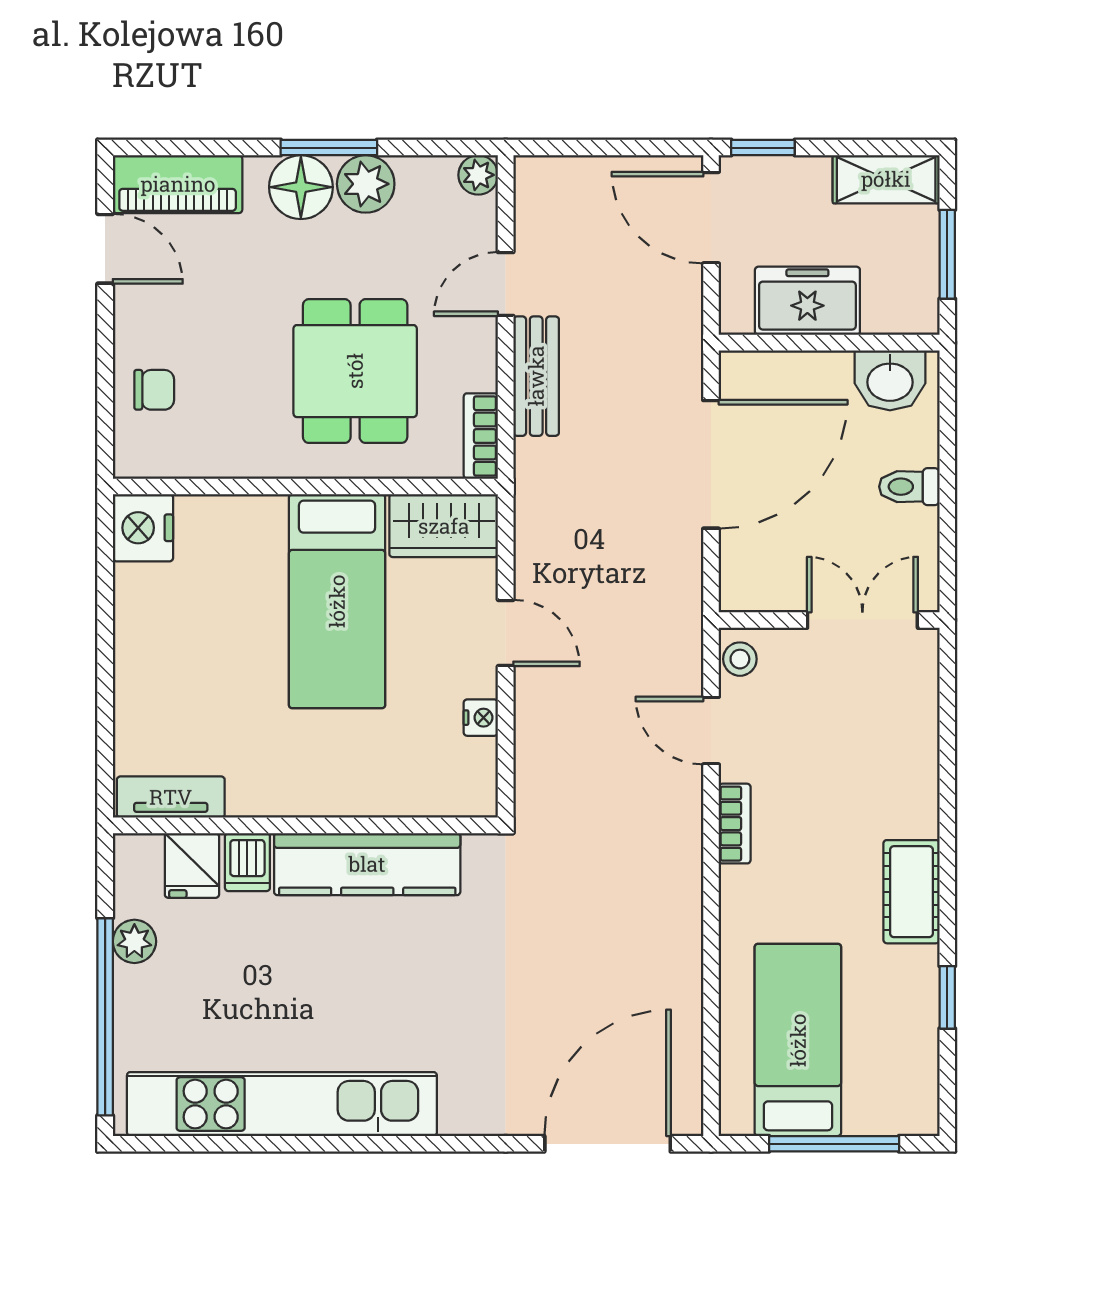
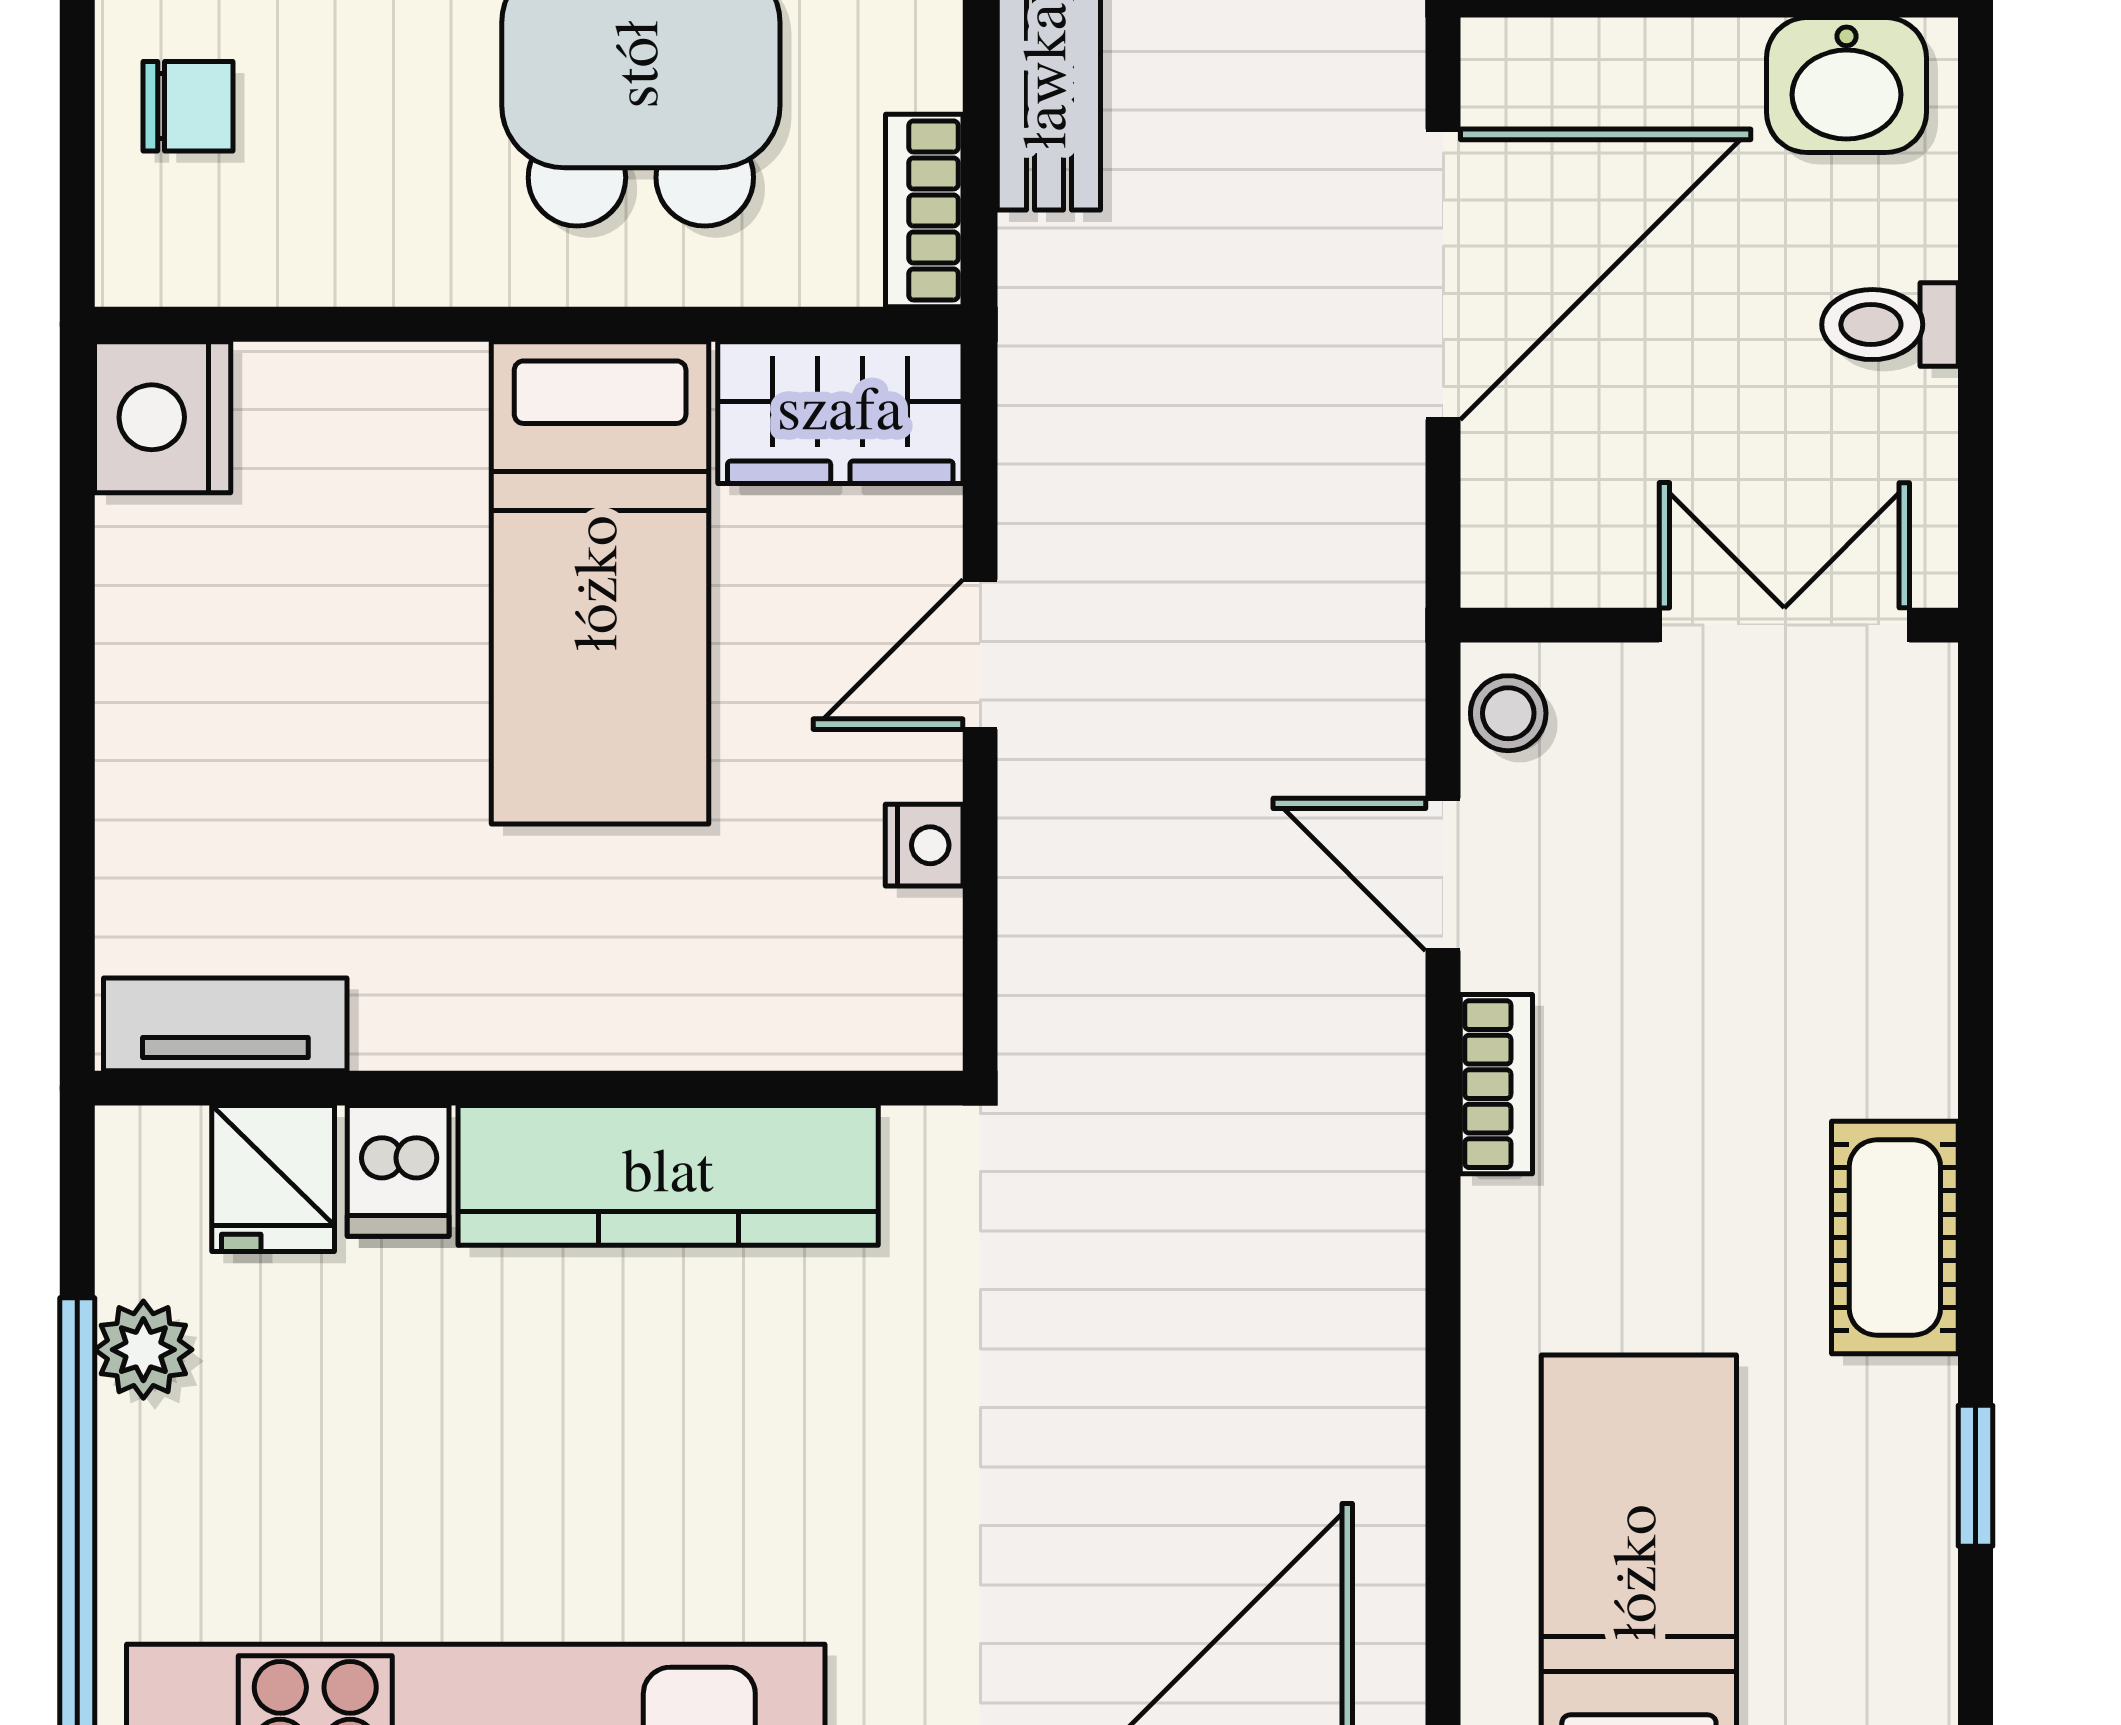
door: (506, 633) -> (980, 654), swing flipped

